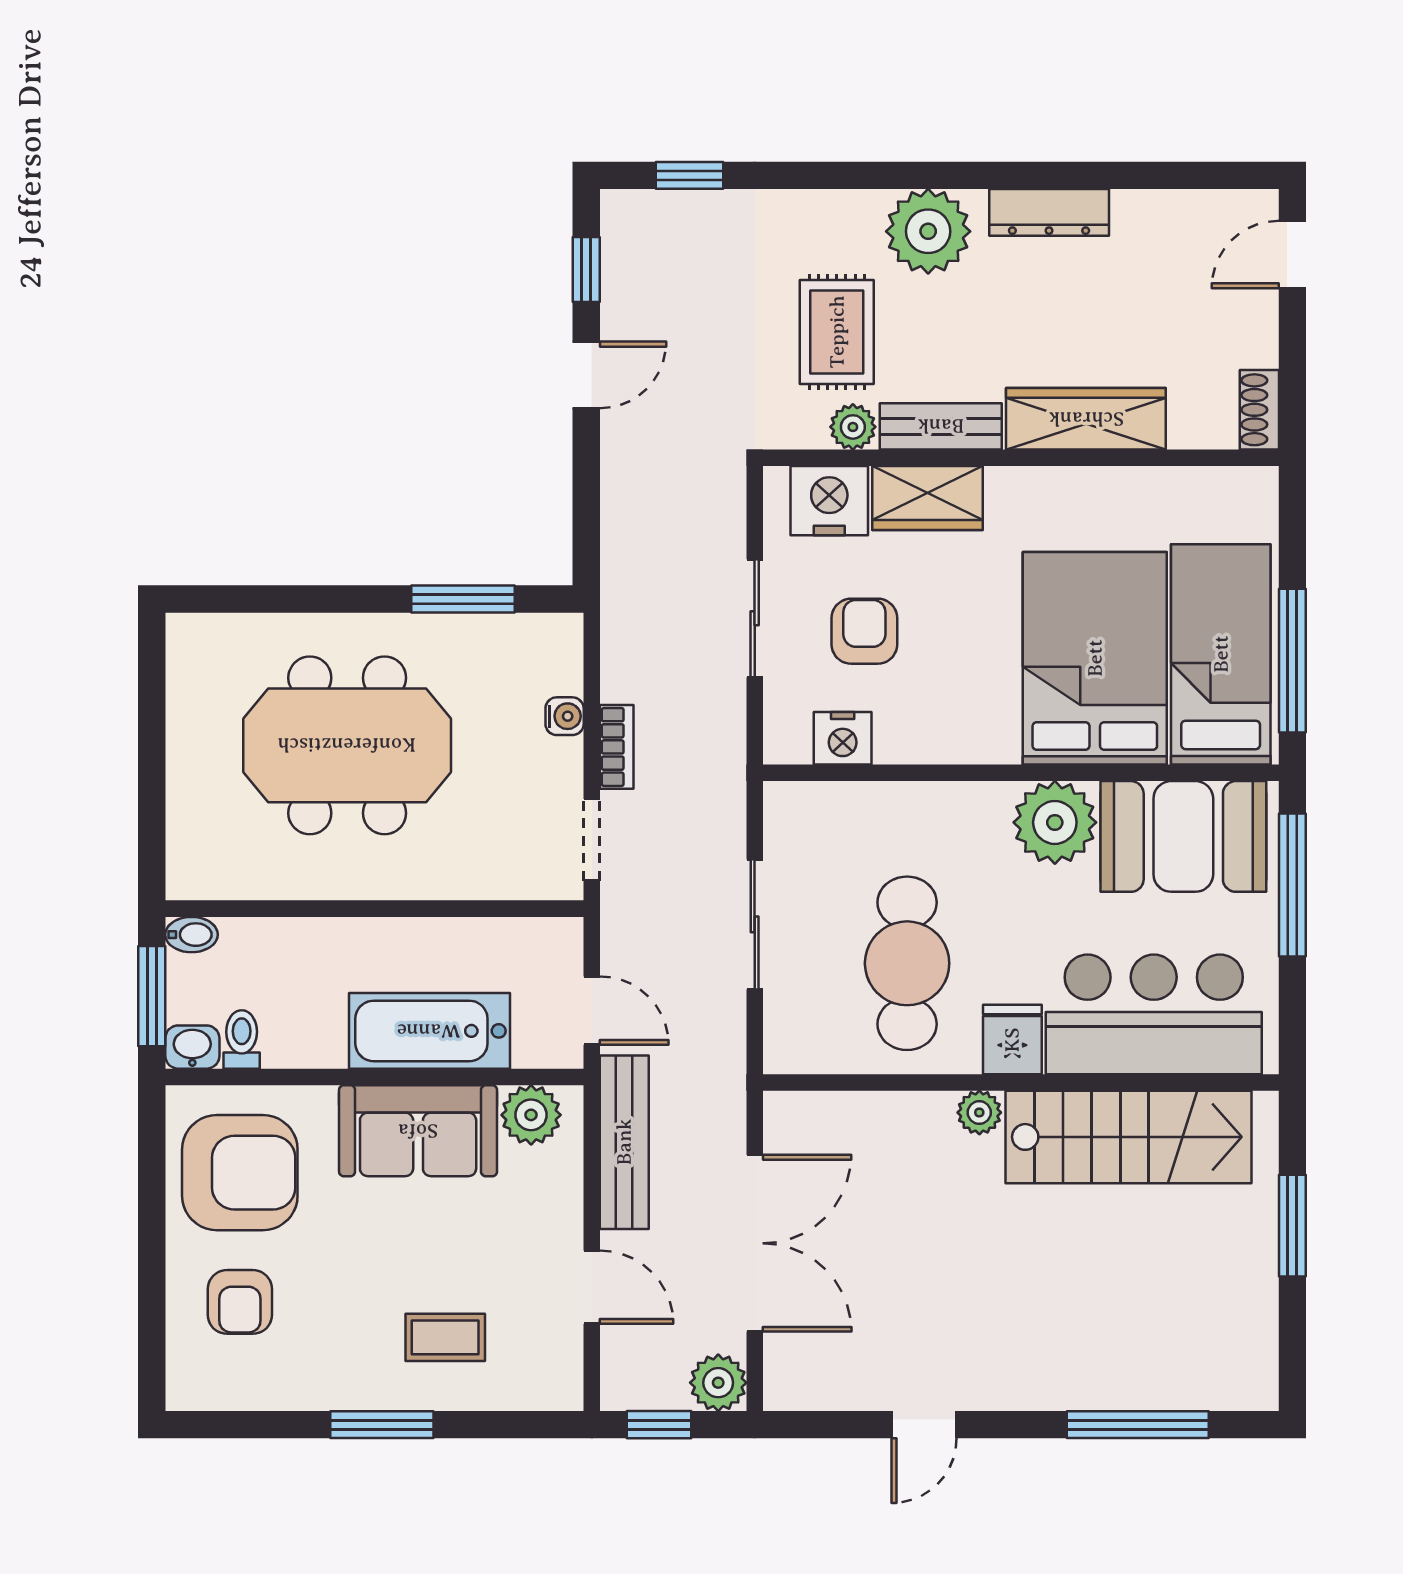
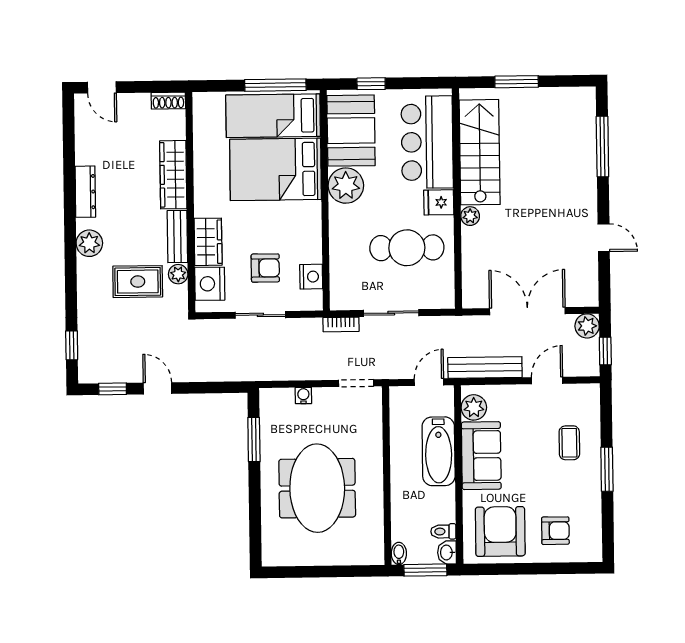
plant: (928, 231) -> (89, 243), width x0.73, depth x0.73
armchair: (864, 631) -> (265, 268), turned 180
bookcase: (617, 747) -> (341, 324), moved, turned 180
window: (1292, 885) -> (371, 84), width x0.46

